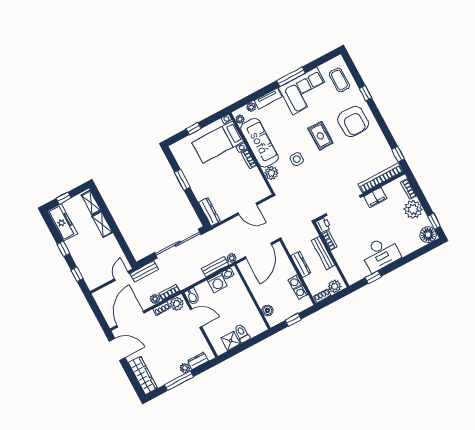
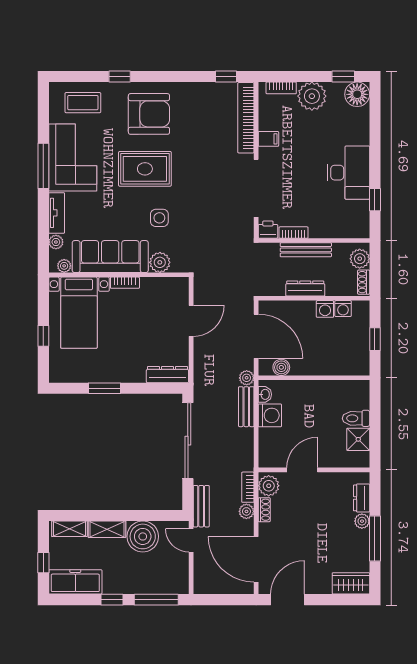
rug: (320, 136) -> (145, 169), width x1.36, depth x1.43
filing cabinet: (375, 197) -> (268, 139), width x0.50
boiler: (109, 247) -> (143, 536), added
window: (77, 274) -> (156, 600), width x2.17
bidet: (192, 296) -> (270, 460), removed
boiler: (267, 310) -> (281, 367), moved
wardrobe: (143, 375) -> (351, 583), width x0.67

